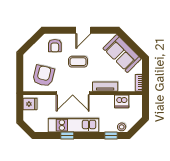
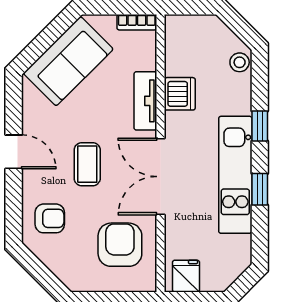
armchair: (44, 76) -> (120, 245), turned 76
double door: (73, 93) -> (161, 177), swing flipped
dishwasher: (122, 101) -> (180, 94), moved
window: (111, 136) -> (260, 126), moved

